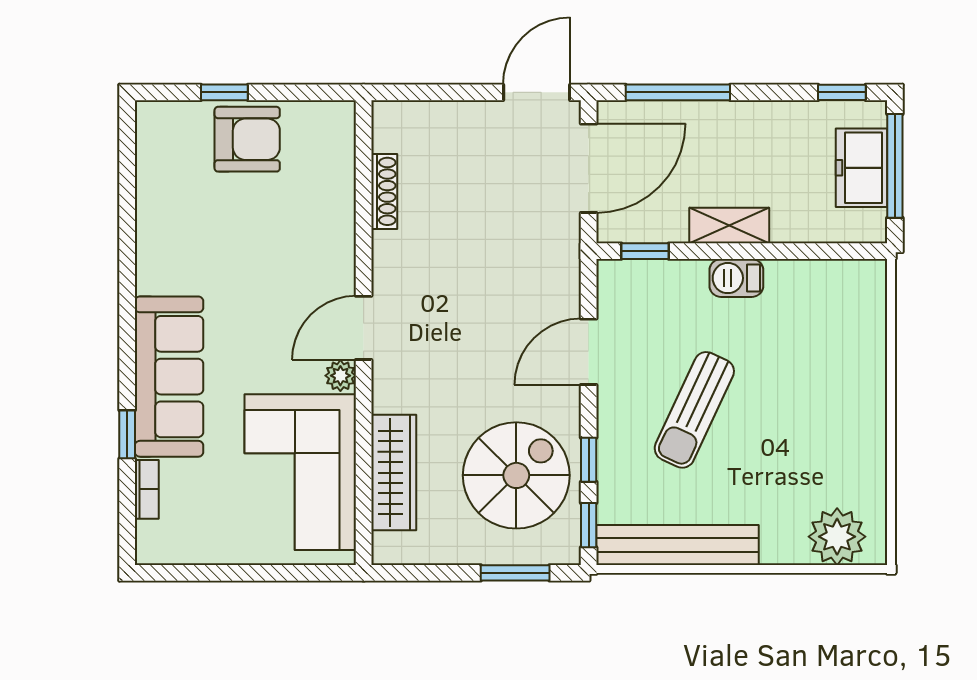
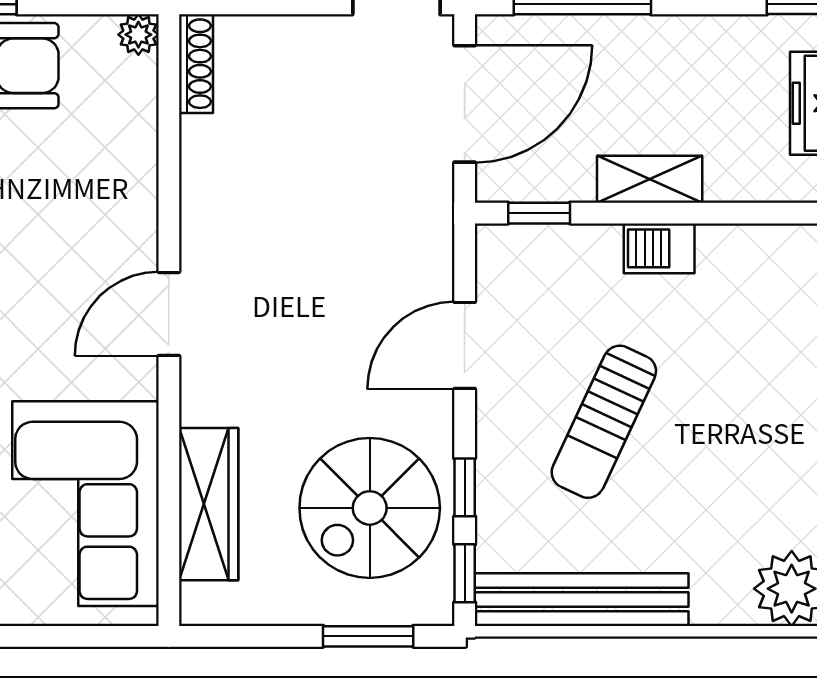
shoe rack: (384, 191) -> (196, 64), moved
plant: (340, 376) -> (138, 35), moved
spiral stairs: (516, 475) -> (370, 508), turned 180

